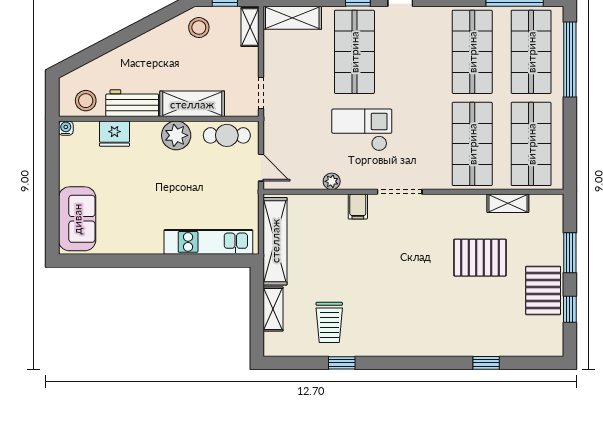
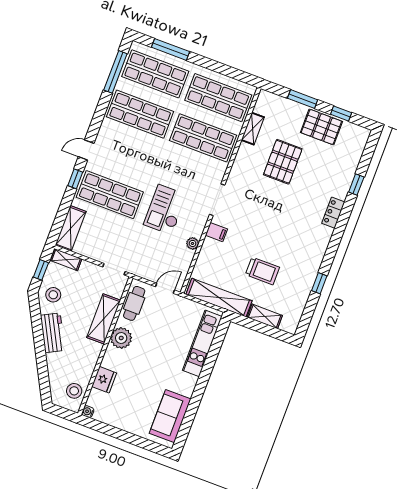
window: (570, 60) -> (170, 49), width x0.68
workbench: (132, 103) -> (53, 333), moved, turned 152
sofa: (77, 219) -> (170, 416), moved, turned -90
trolley: (329, 322) -> (262, 271), moved
locker: (439, 347) -> (333, 213), added

